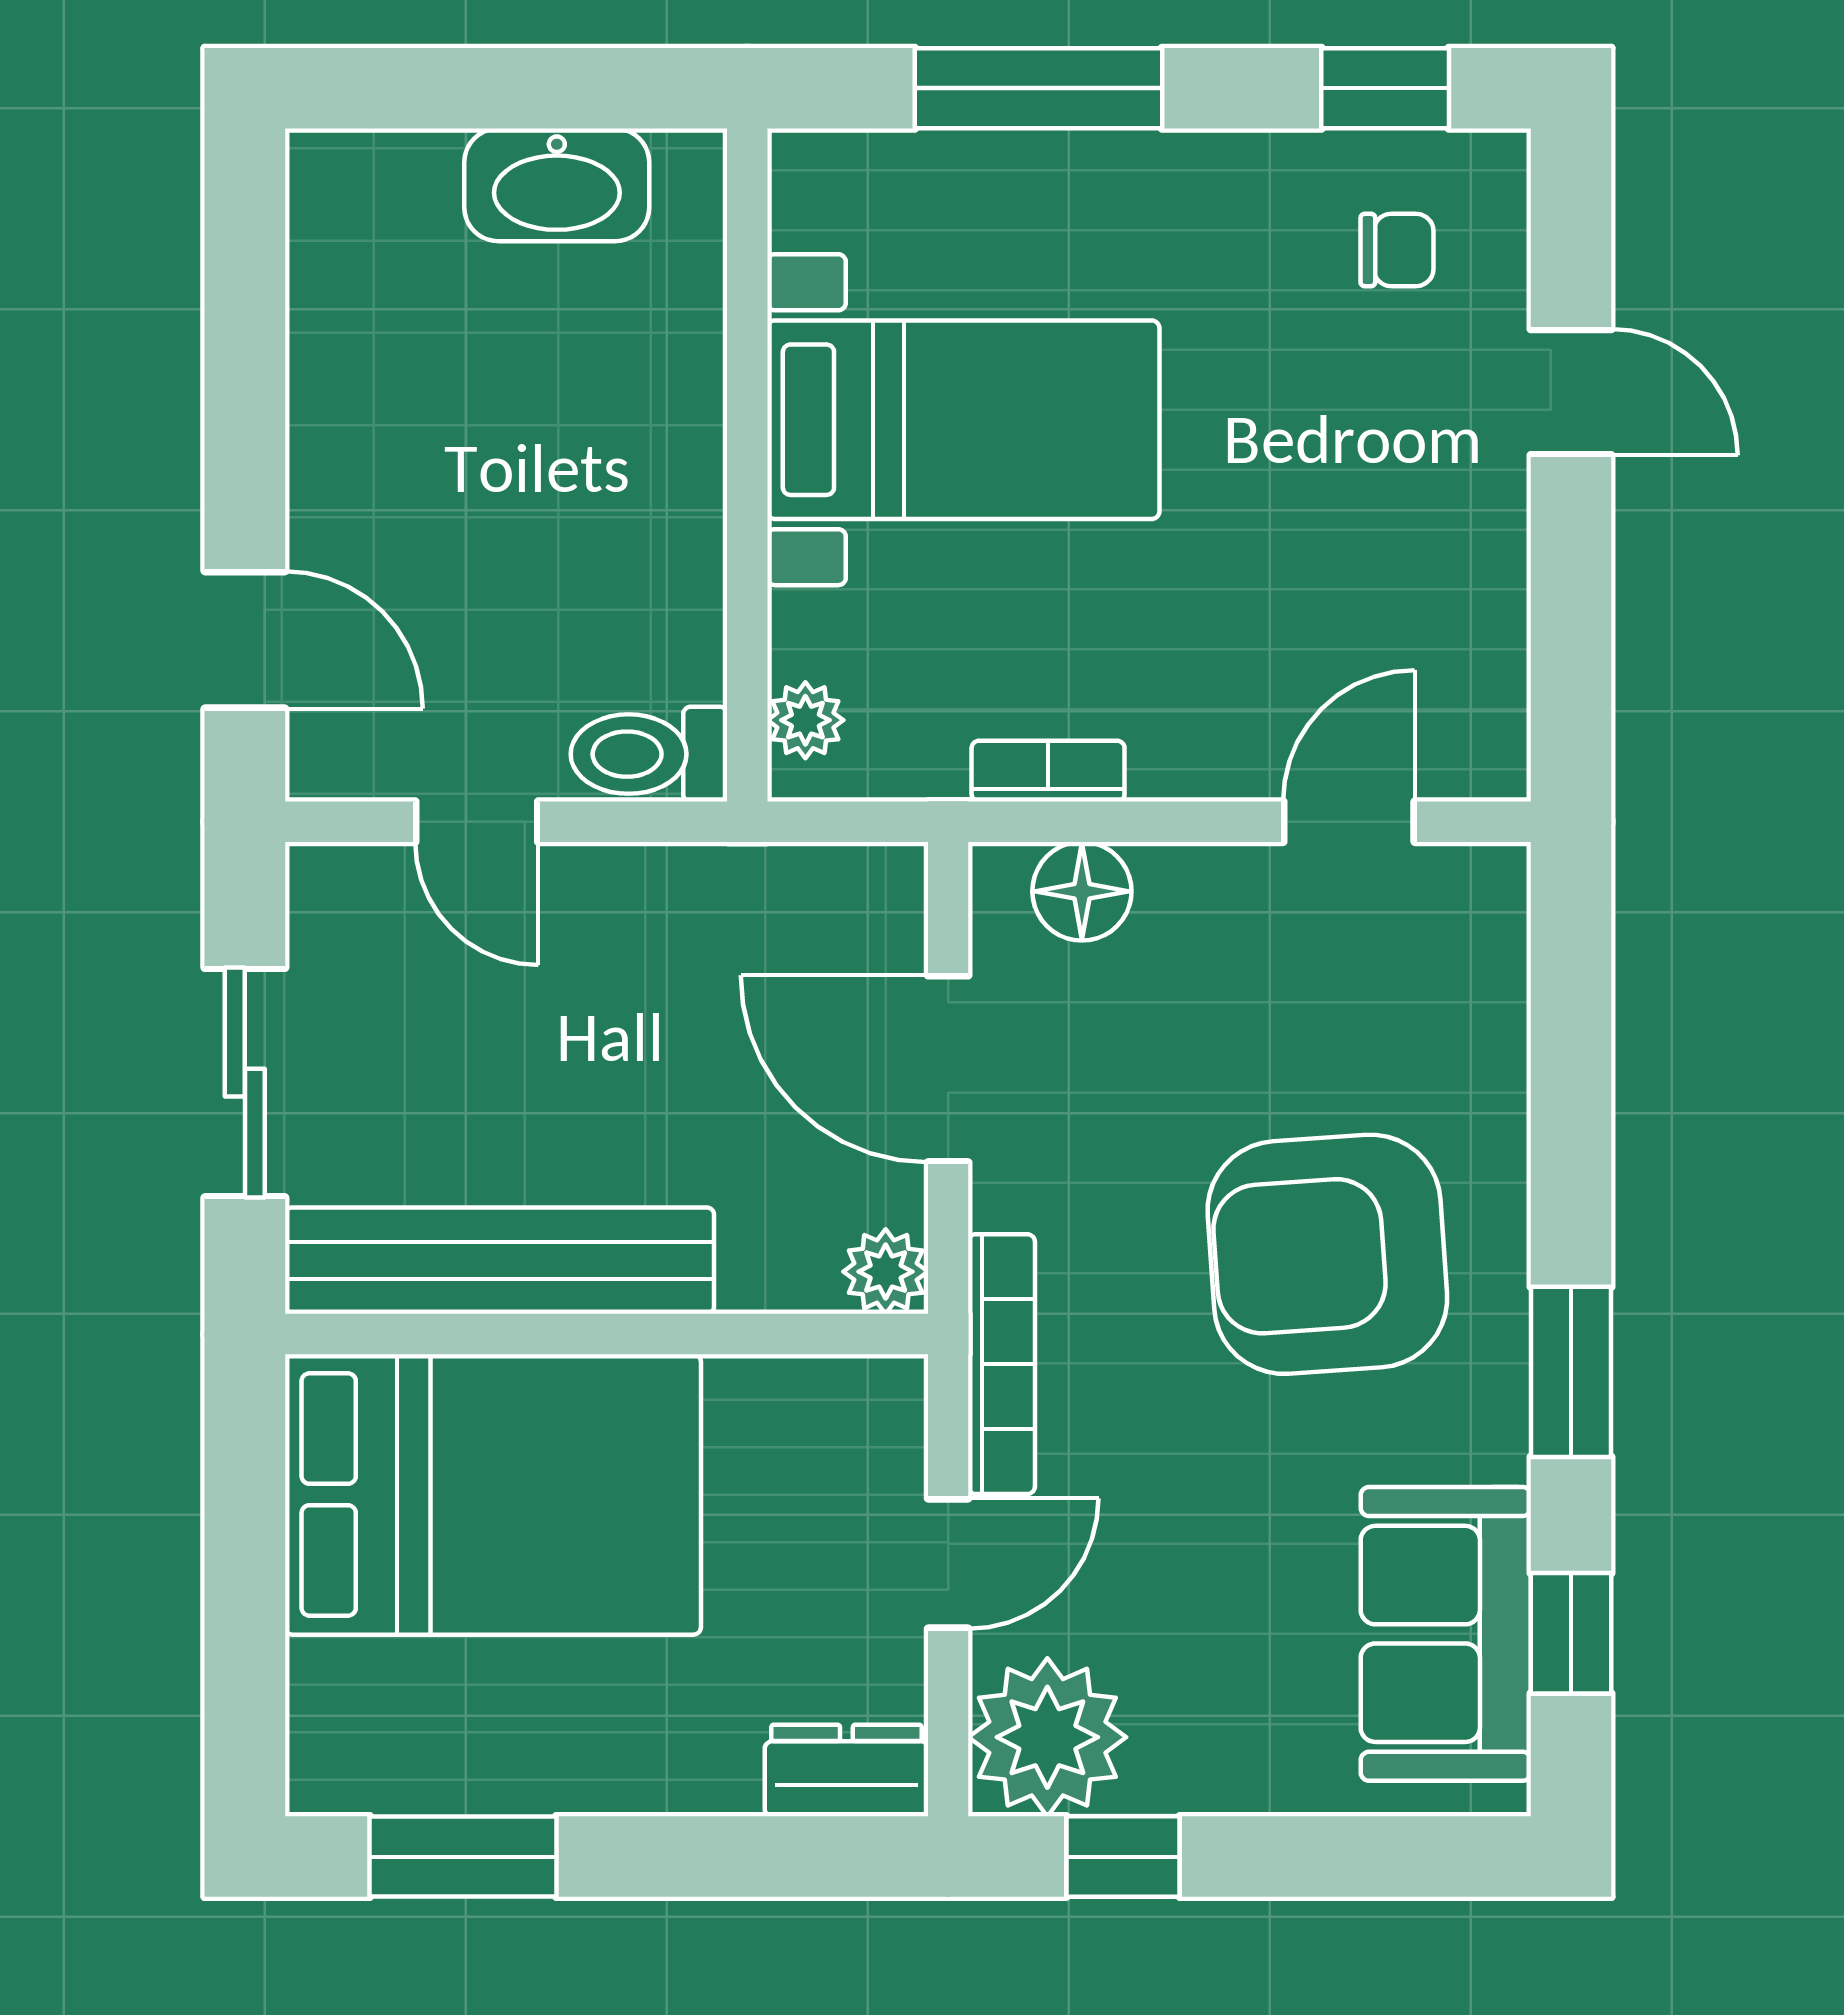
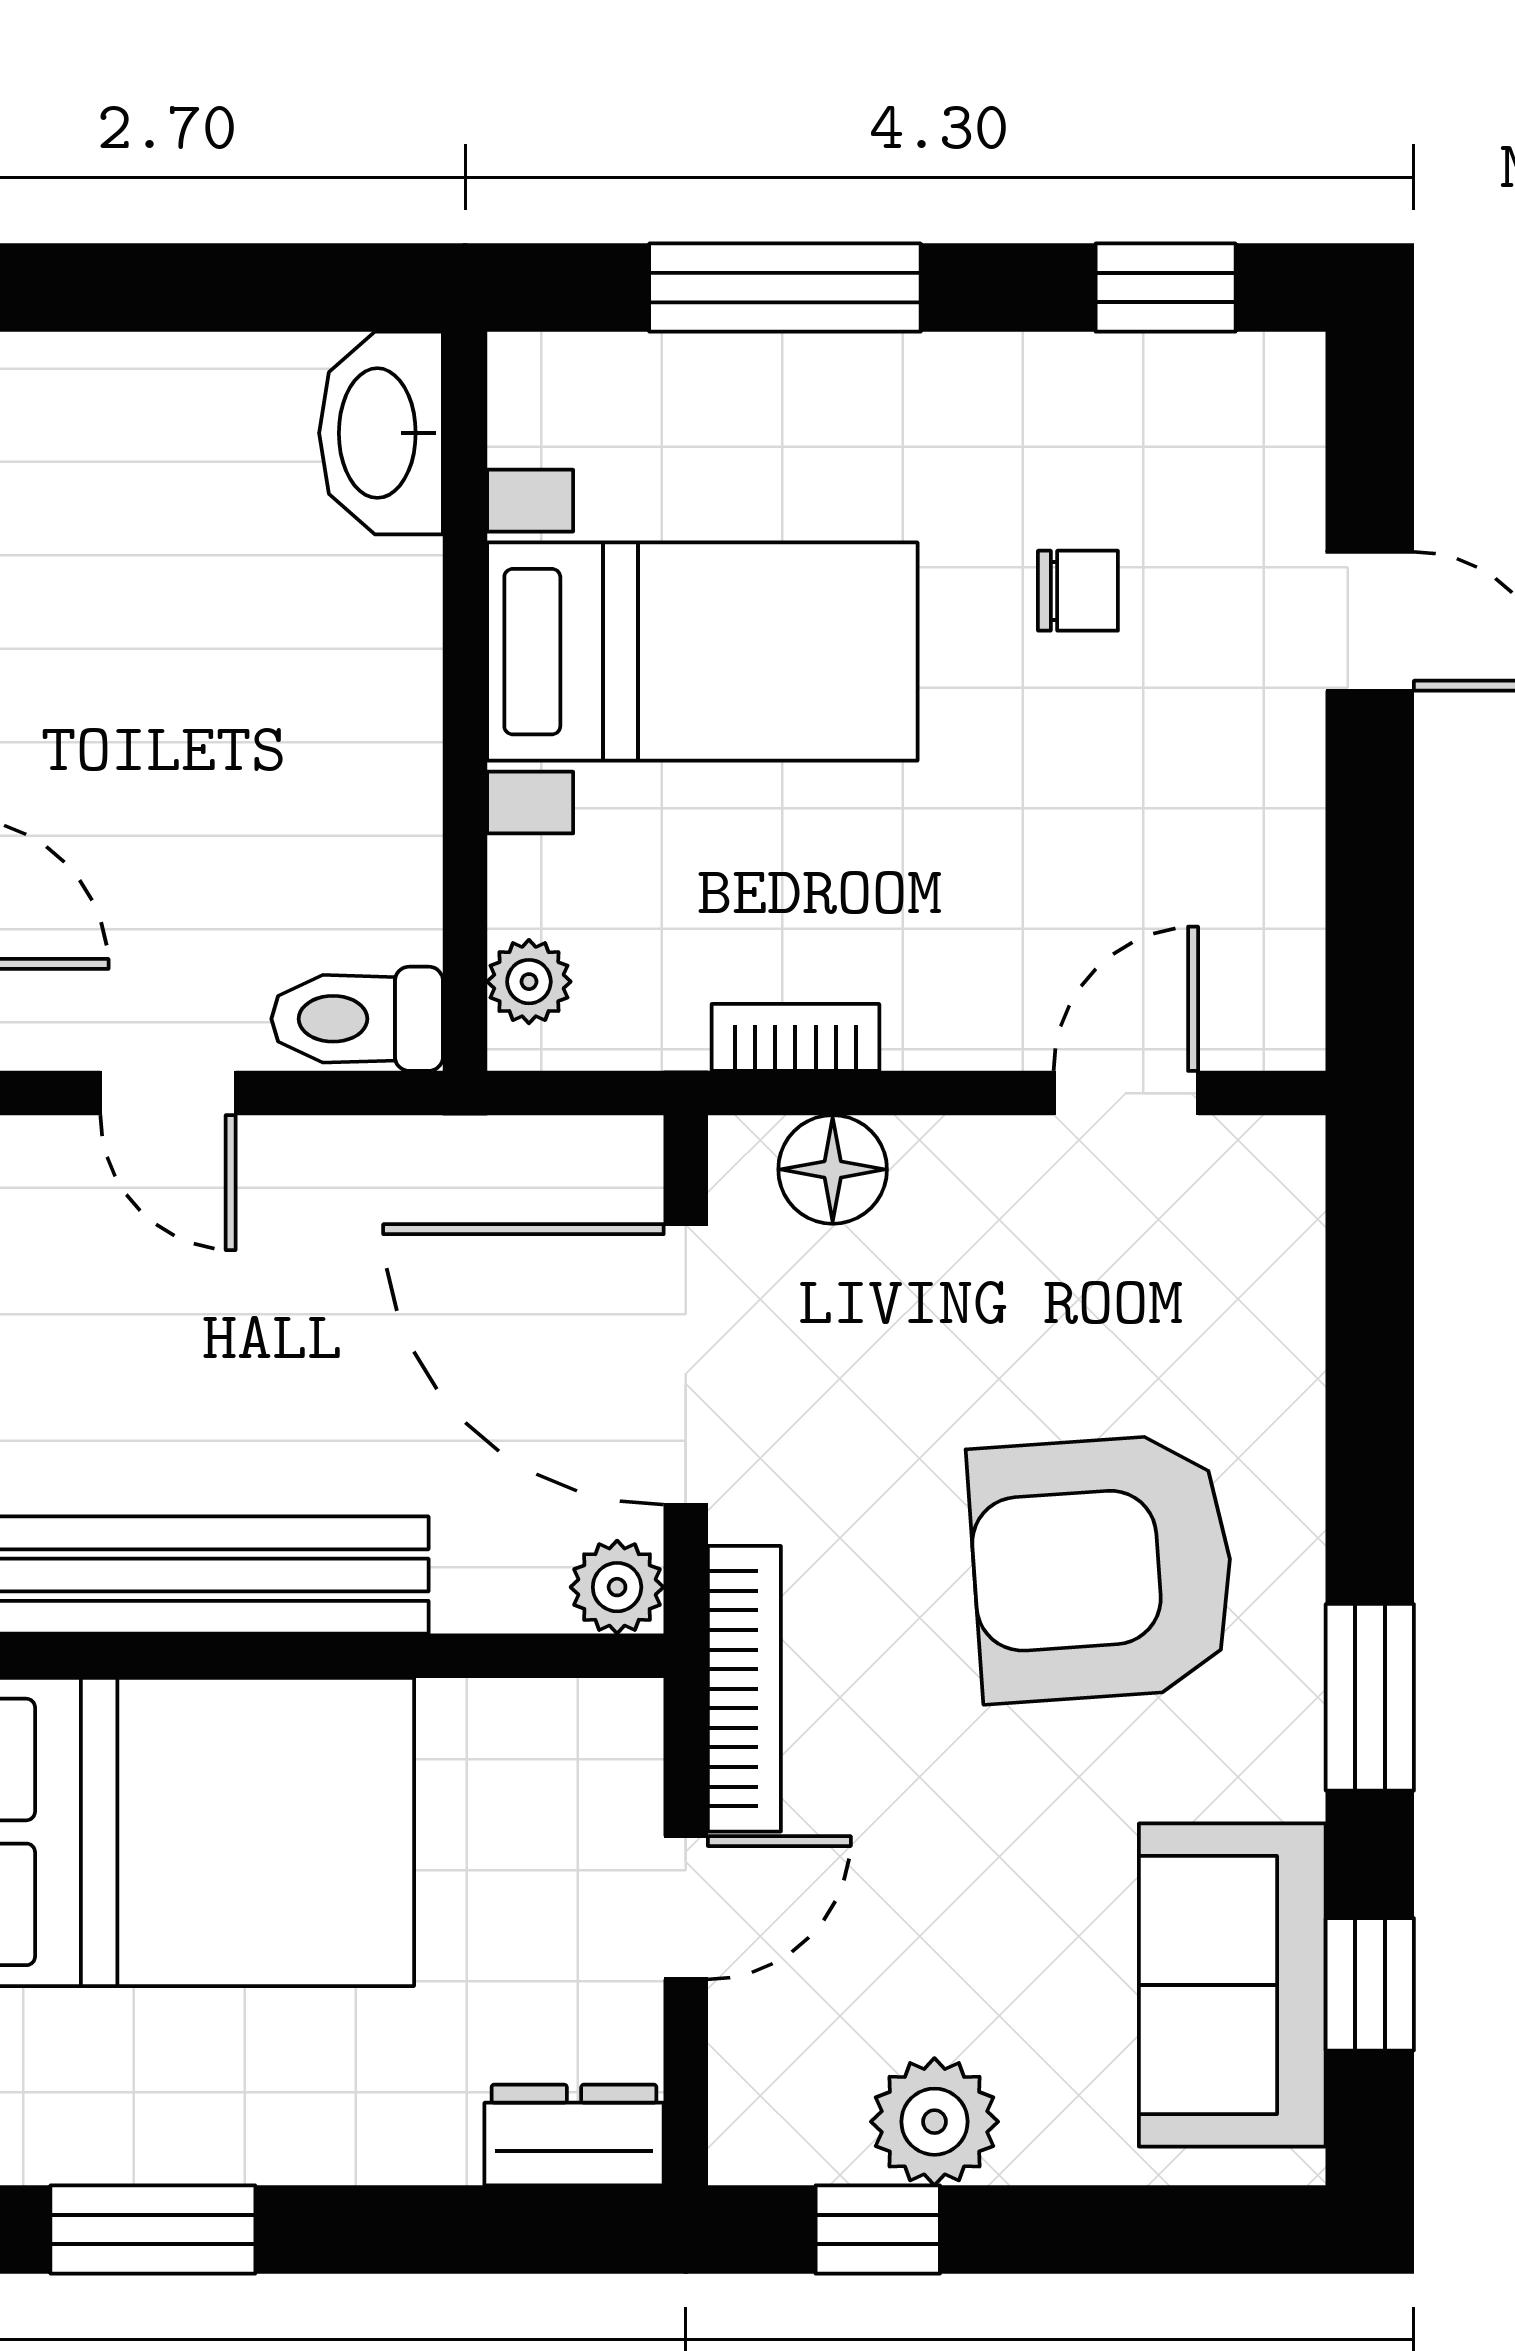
washbasin: (557, 185) -> (381, 433), moved, turned 90
chair: (1397, 250) -> (1078, 591), moved
door: (948, 1069) -> (686, 1364), width x1.36
plant: (1047, 1737) -> (934, 2122), moved, width x0.73, depth x0.73

